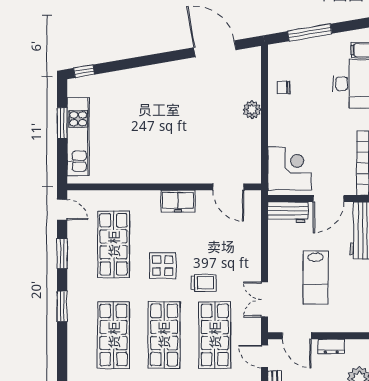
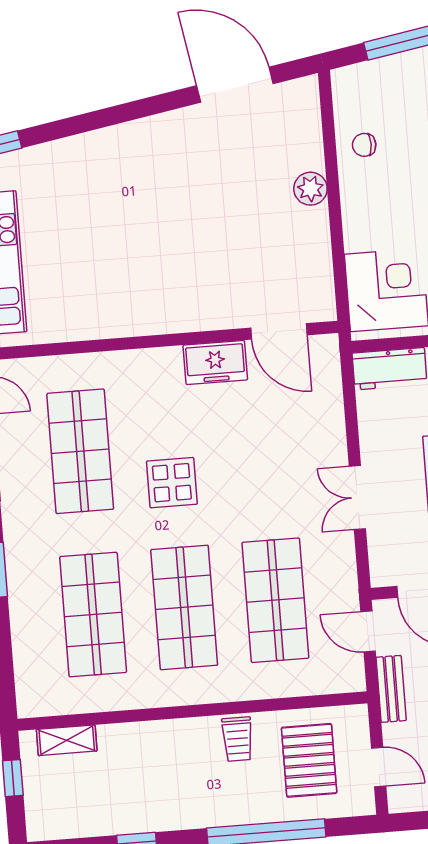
freezer: (178, 201) -> (215, 363), moved
trolley: (204, 283) -> (248, 508), removed
double door: (264, 299) -> (357, 498), moved

